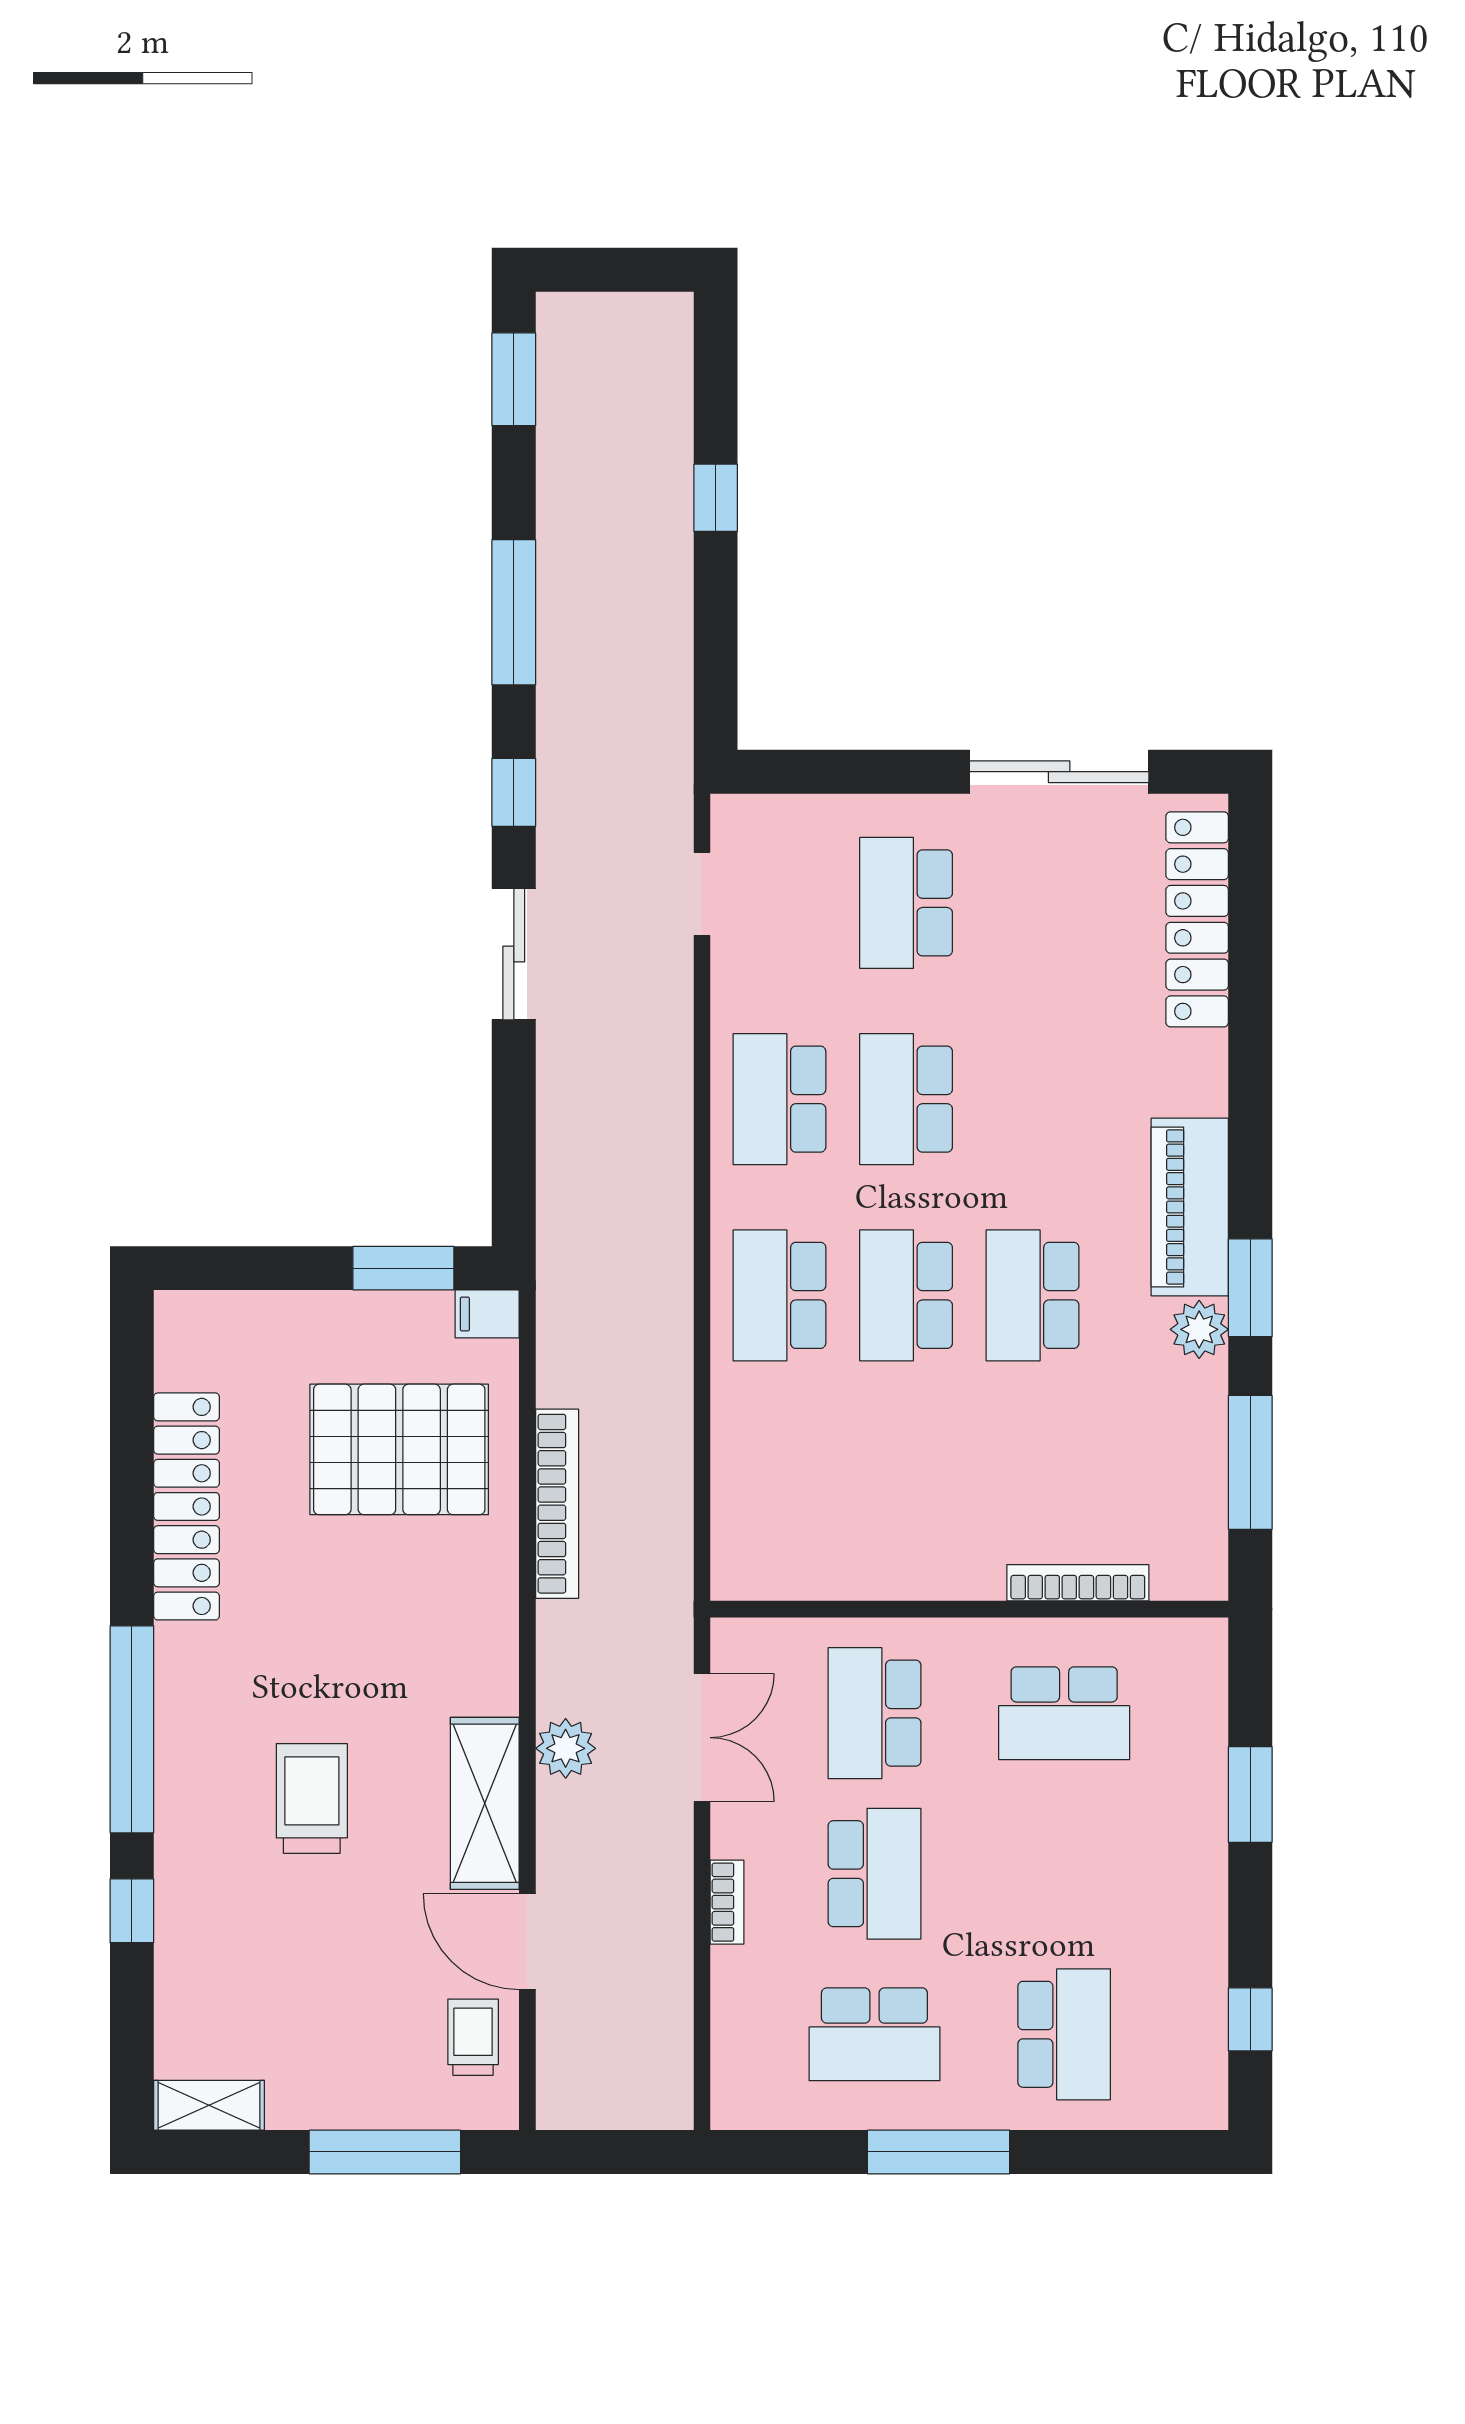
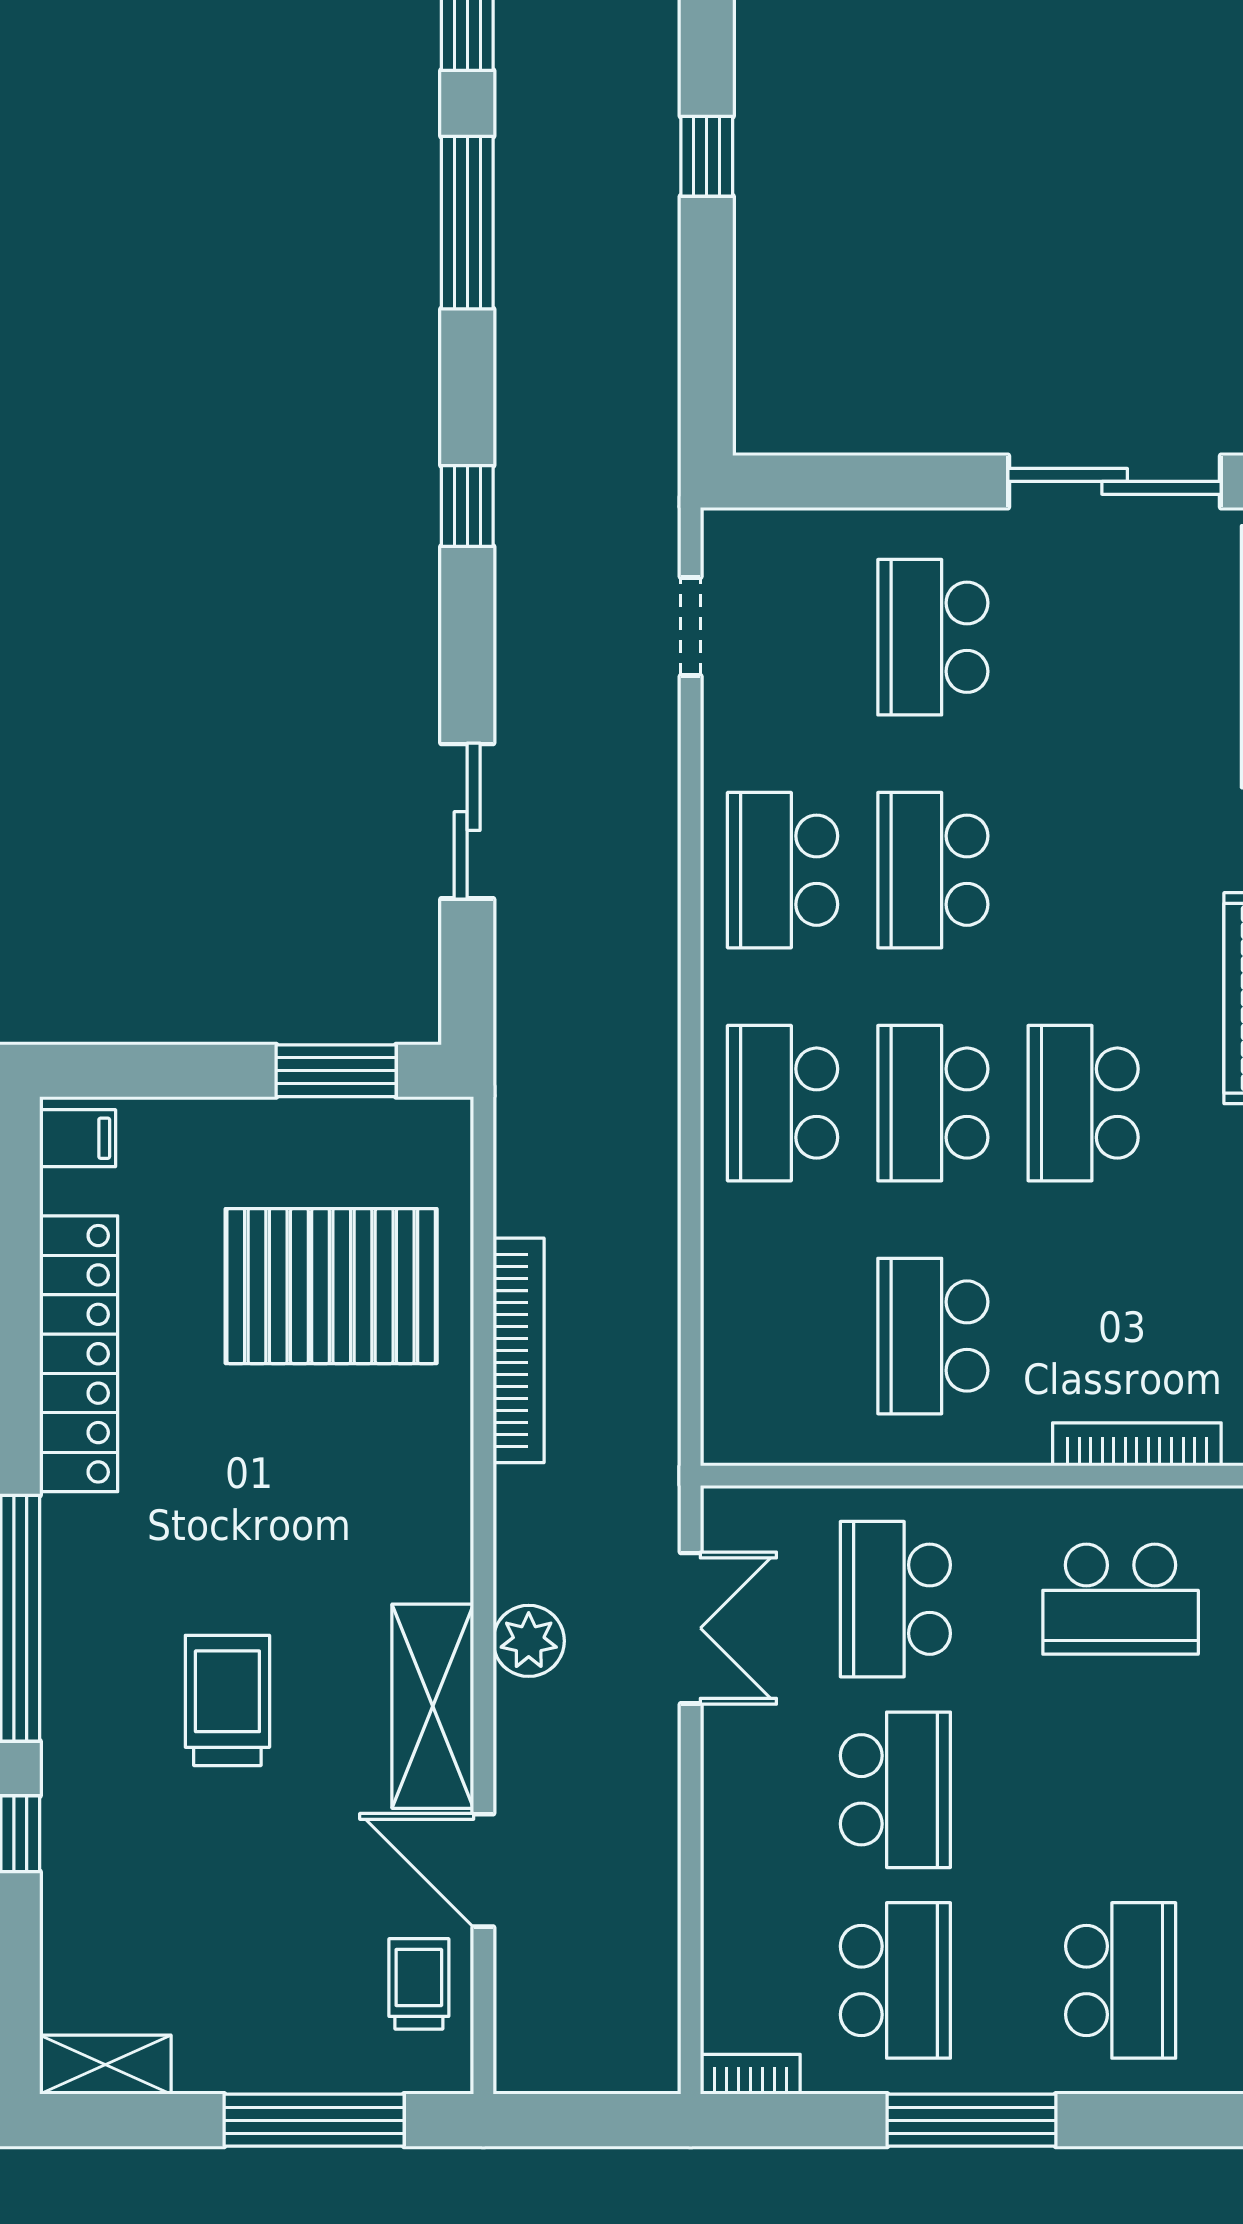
window: (514, 612) -> (467, 223), moved
sliding door: (514, 954) -> (467, 821), moved
filing cabinet: (487, 1314) -> (78, 1138), moved, turned 180
school desk: (906, 1492) -> (933, 1336), added
bookcase: (727, 1902) -> (750, 2074), moved, turned -90
school desk: (874, 2034) -> (895, 1980), turned -90

